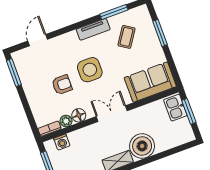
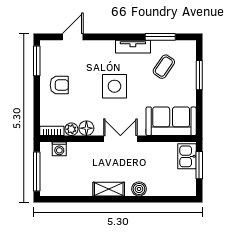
armchair: (62, 85) -> (59, 85), moved
boiler: (142, 146) -> (139, 189), width x0.54, depth x0.54

